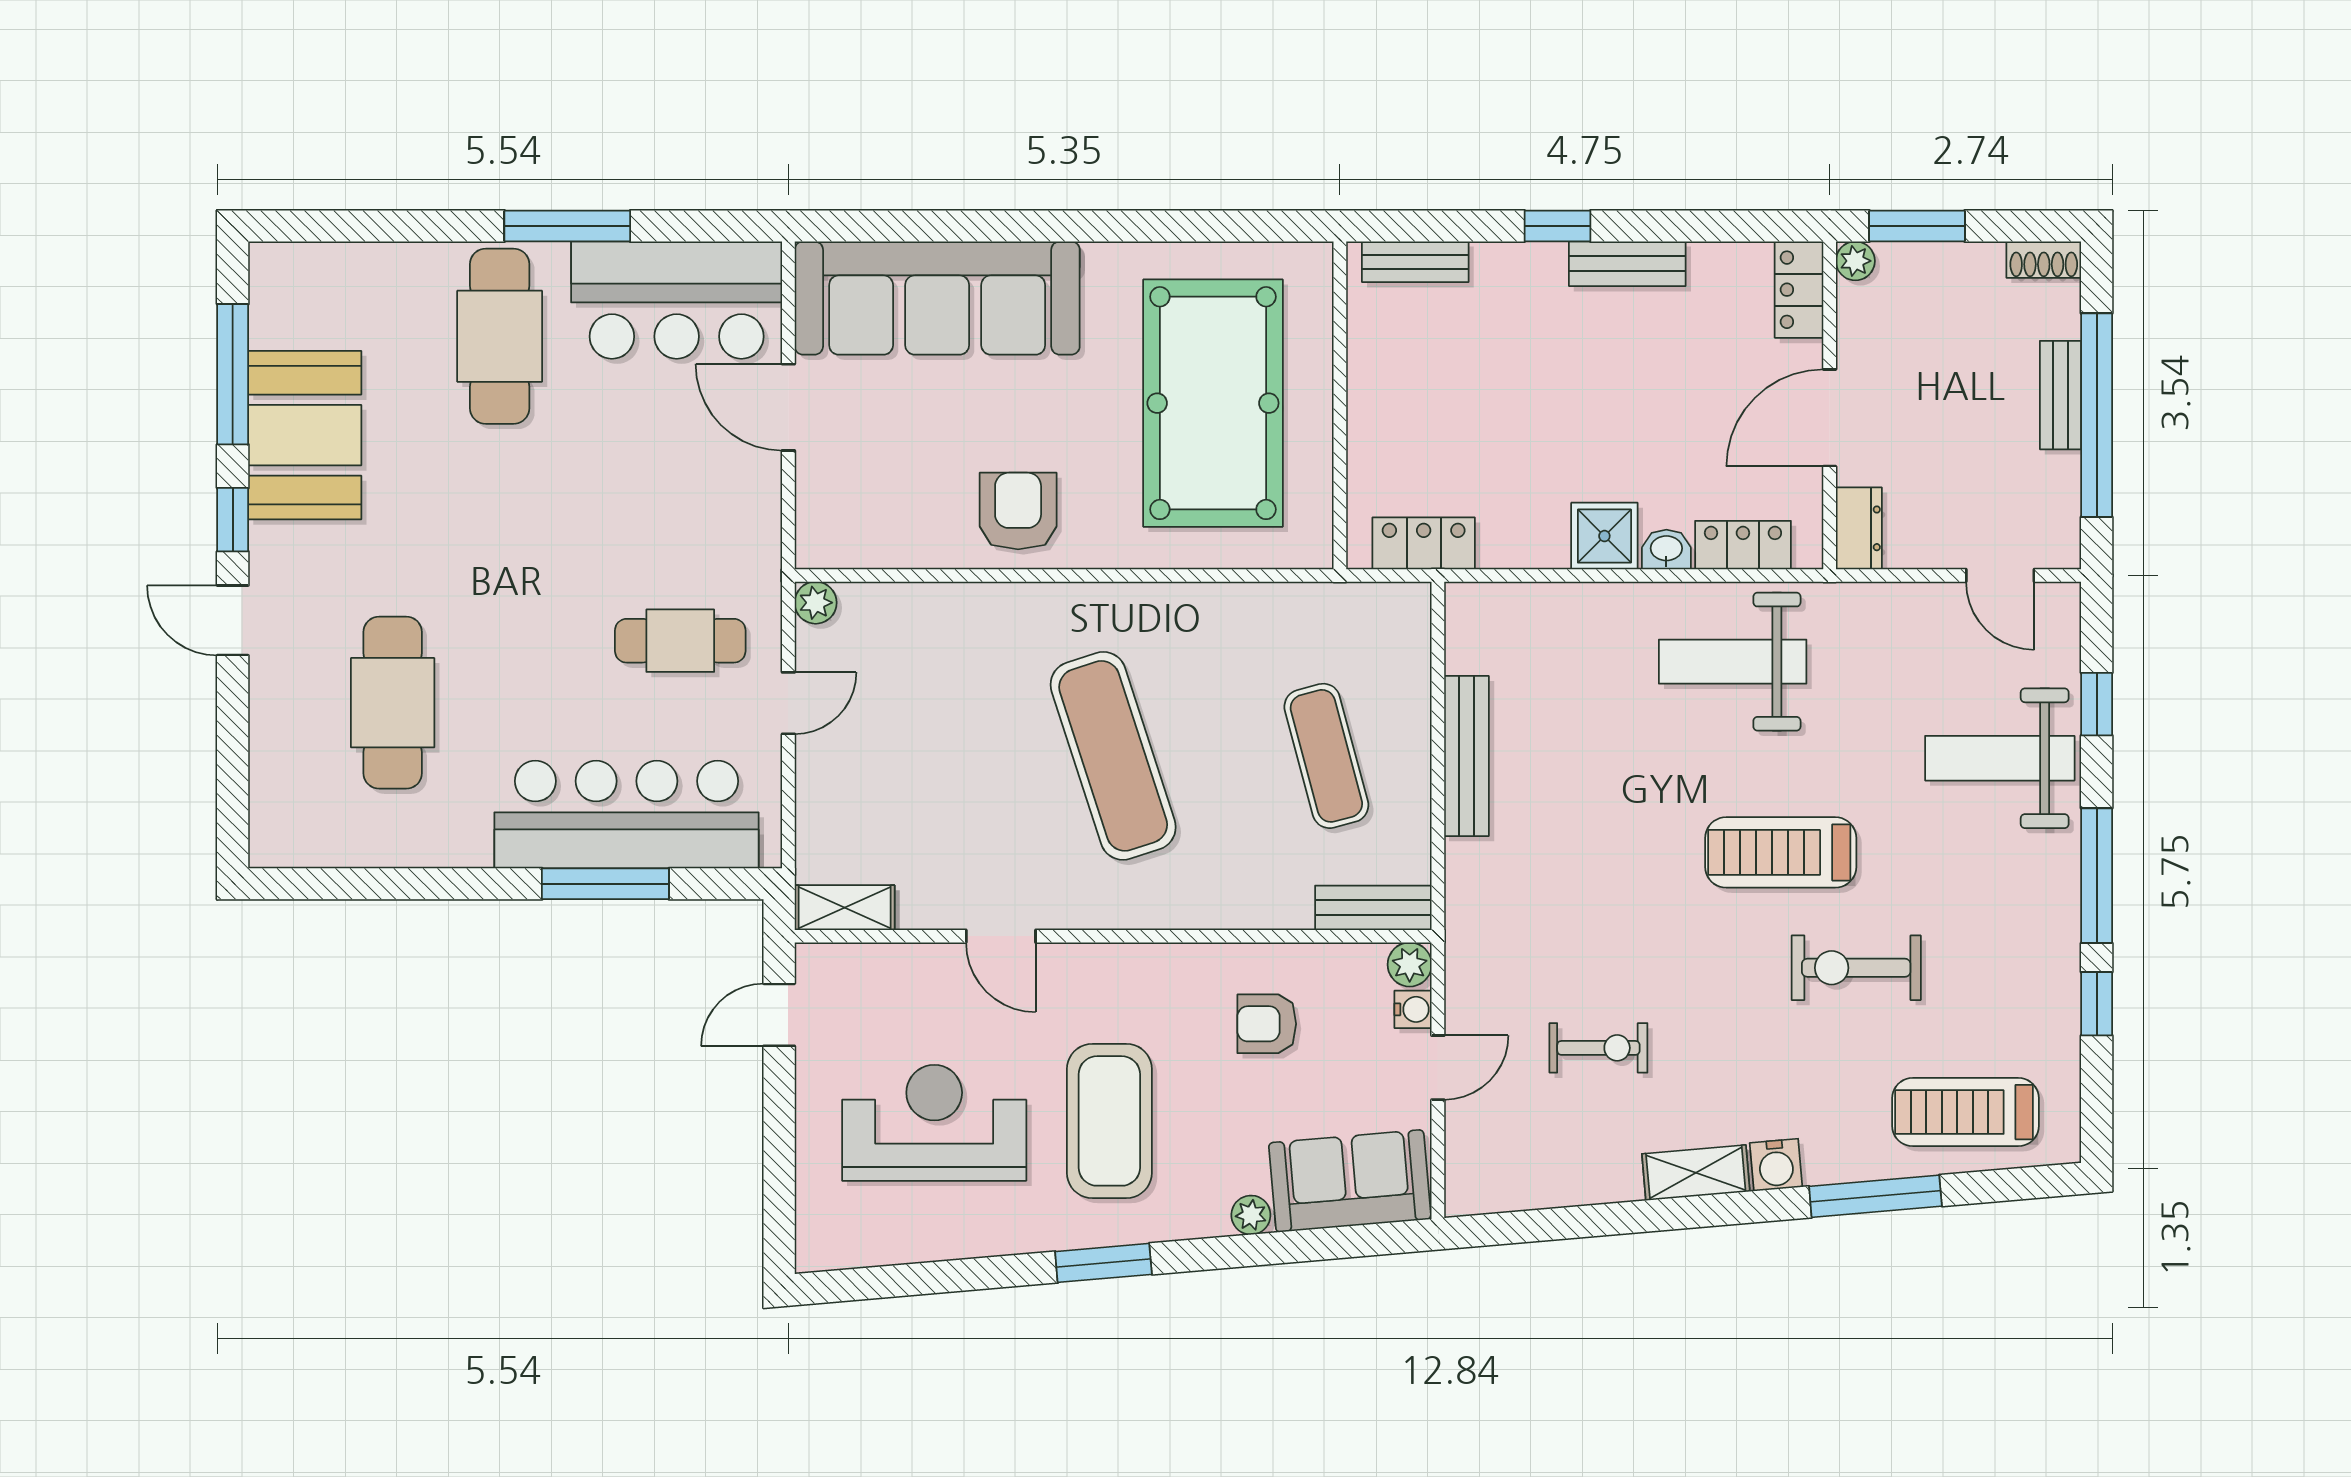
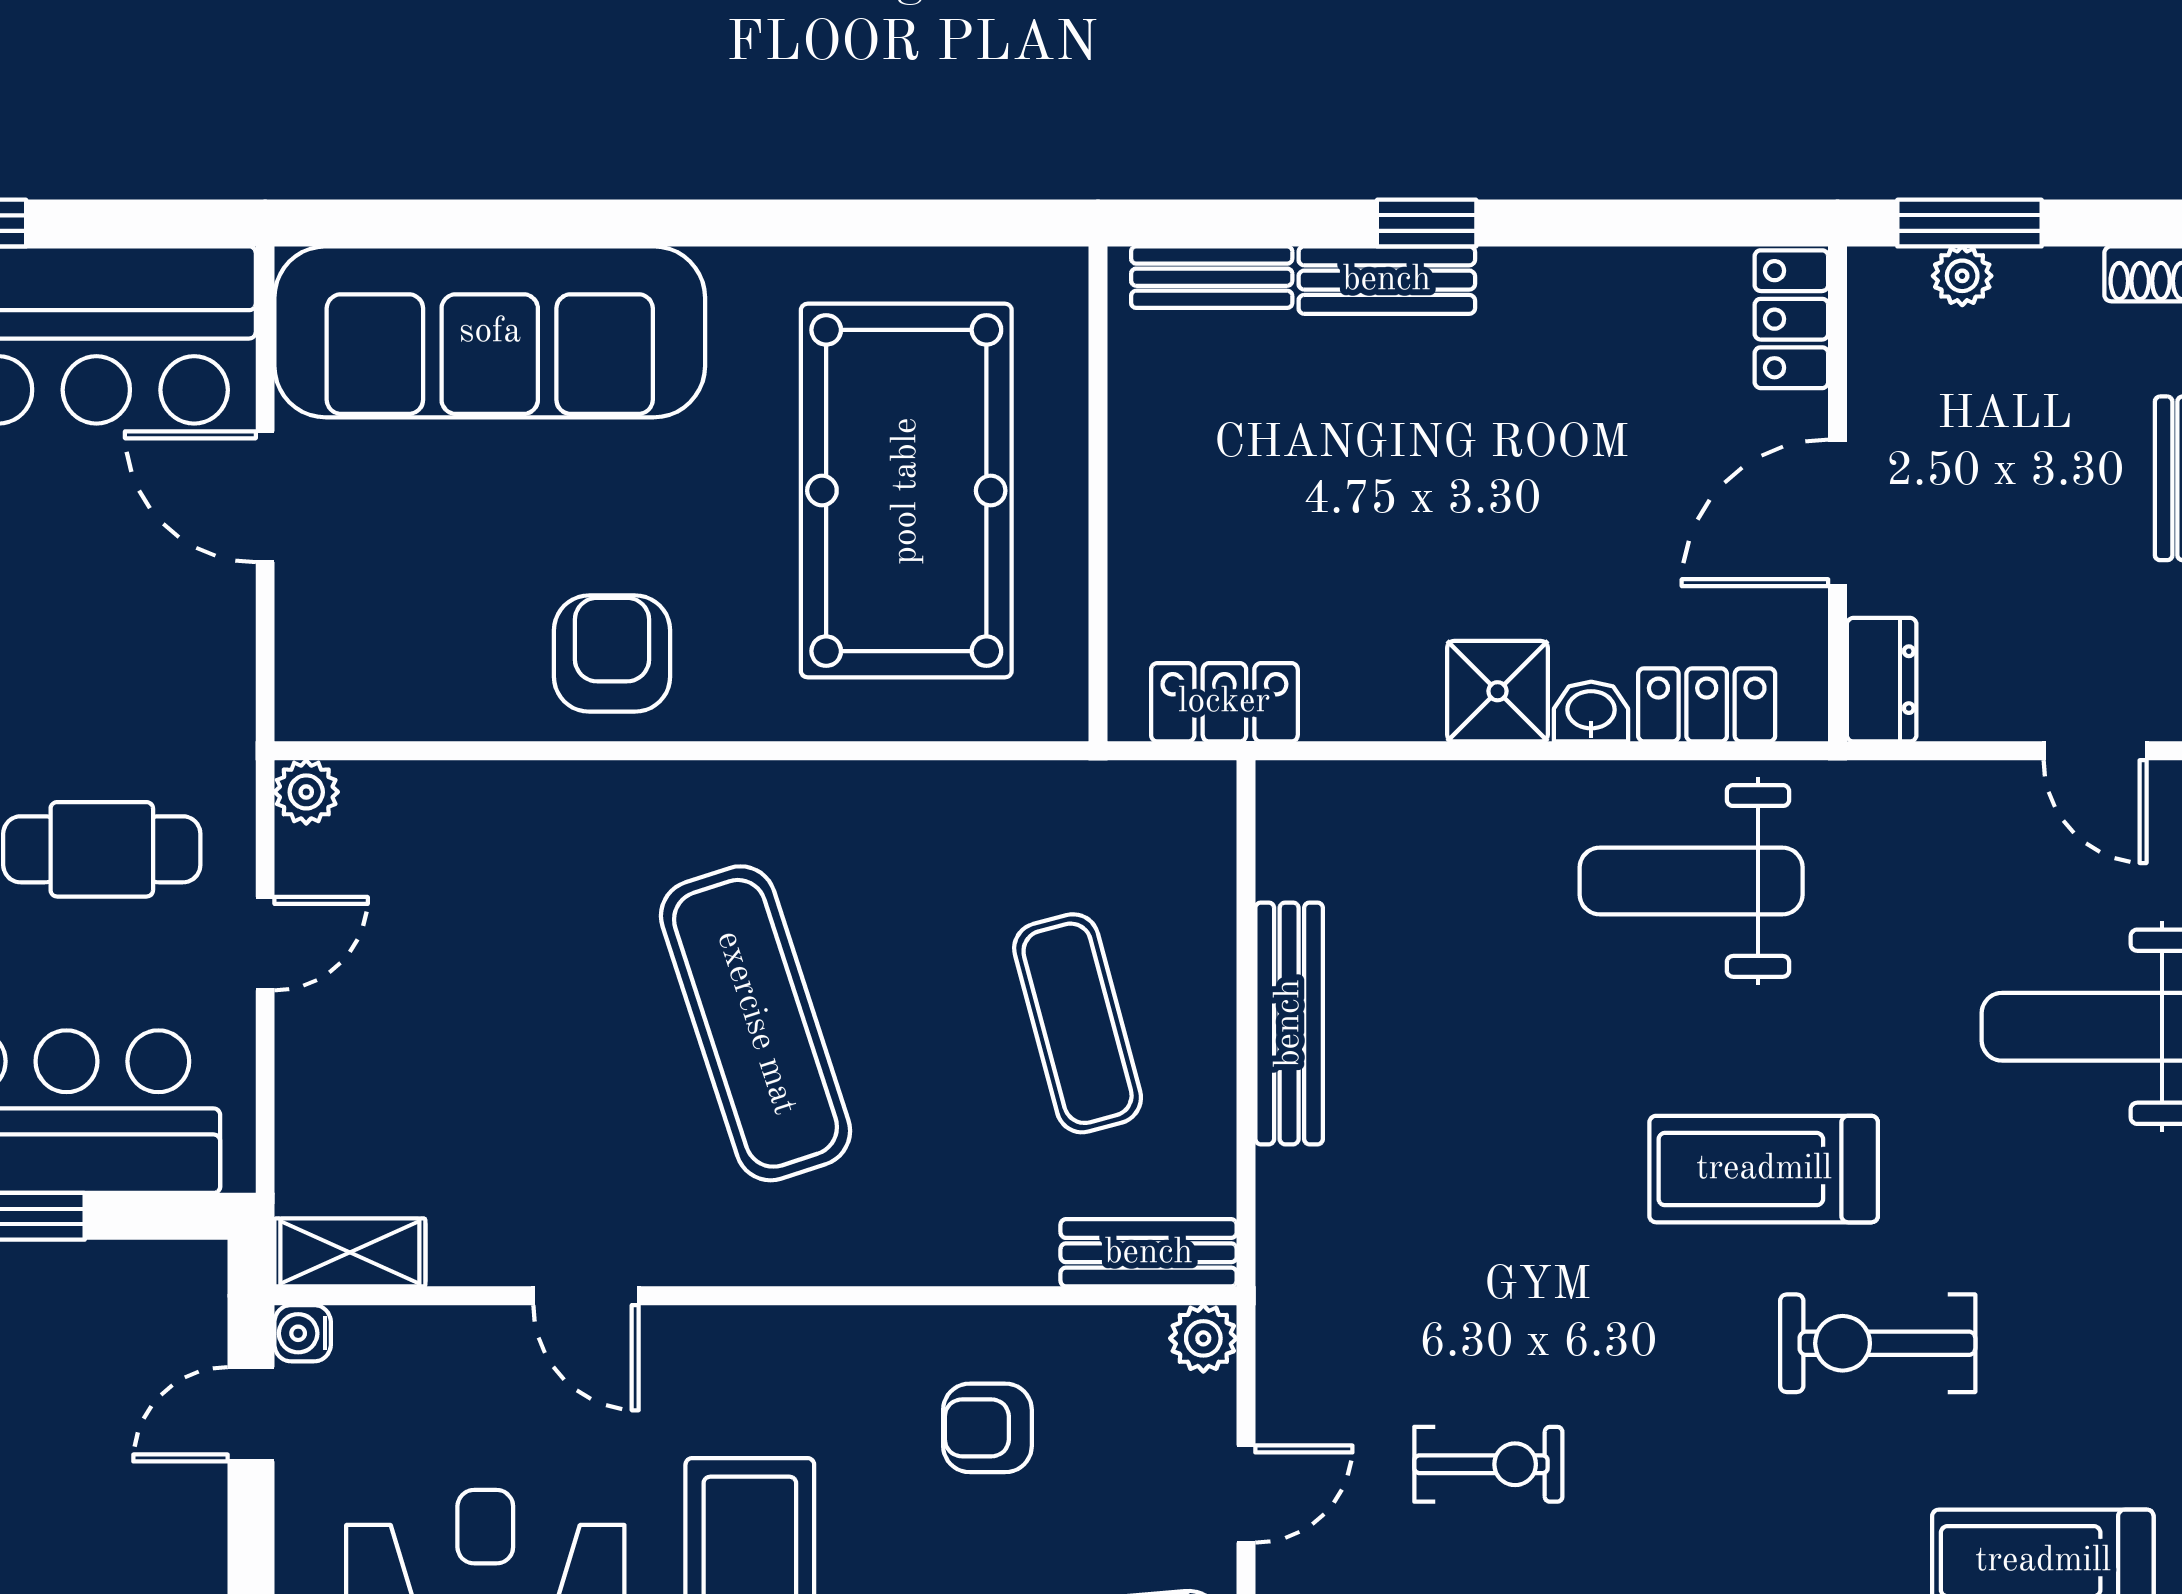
plant: (1855, 261) -> (1962, 276), moved
bench: (1627, 264) -> (1387, 280), moved
water cooler: (1413, 1009) -> (303, 1333), moved, turned 180

